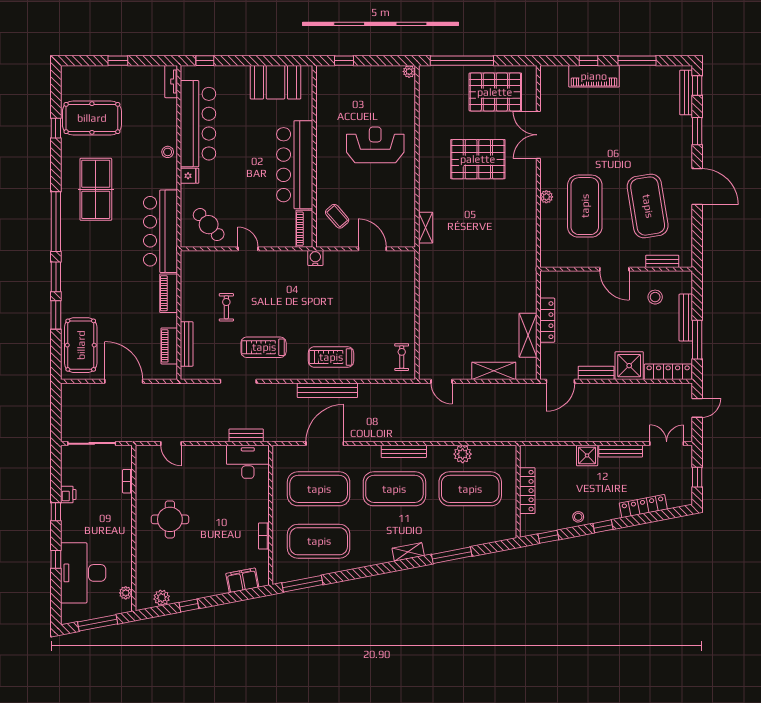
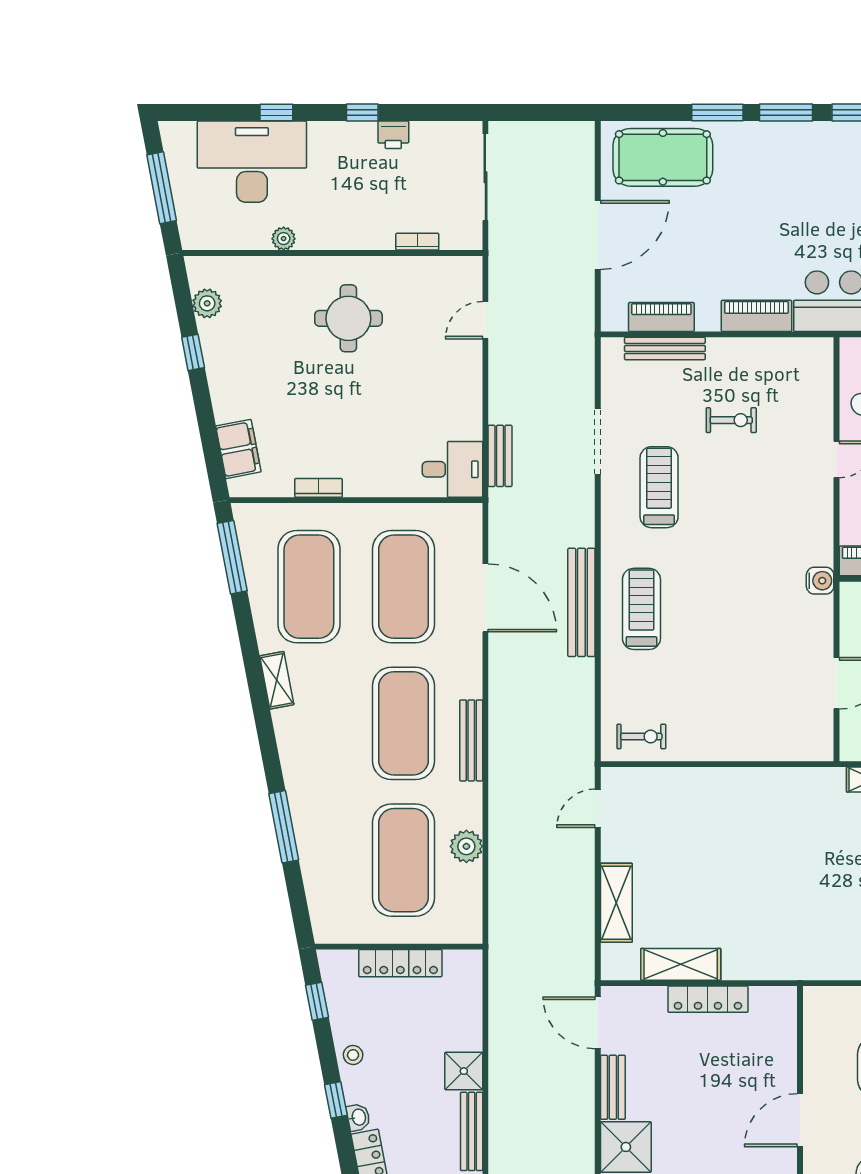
desk: (248, 462) -> (452, 469), width x0.73
washbasin: (613, 514) -> (358, 1117), added
shelving: (408, 552) -> (277, 680), moved
plant: (126, 593) -> (284, 239), moved

